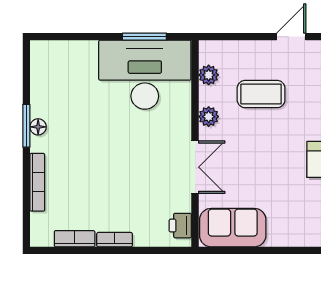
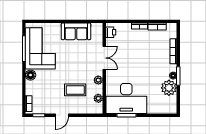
plant: (48, 99) -> (169, 88), added
double door: (195, 167) -> (104, 58), swing flipped
sofa: (233, 228) -> (76, 31), moved

